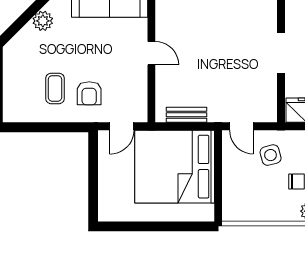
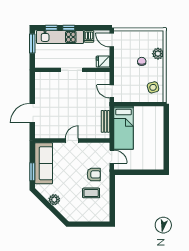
door: (241, 126) -> (112, 91), swing flipped
side table: (271, 155) -> (153, 87), moved
bed: (175, 167) -> (124, 128), width x0.49

